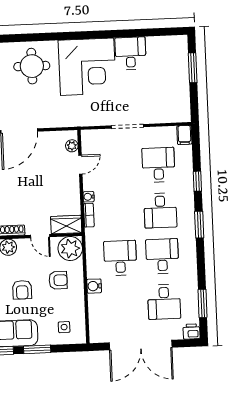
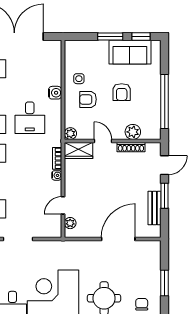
plant: (70, 248) -> (70, 134), width x0.53, depth x0.53
armchair: (22, 290) -> (122, 92), turned 180
side table: (64, 327) -> (79, 79), moved

